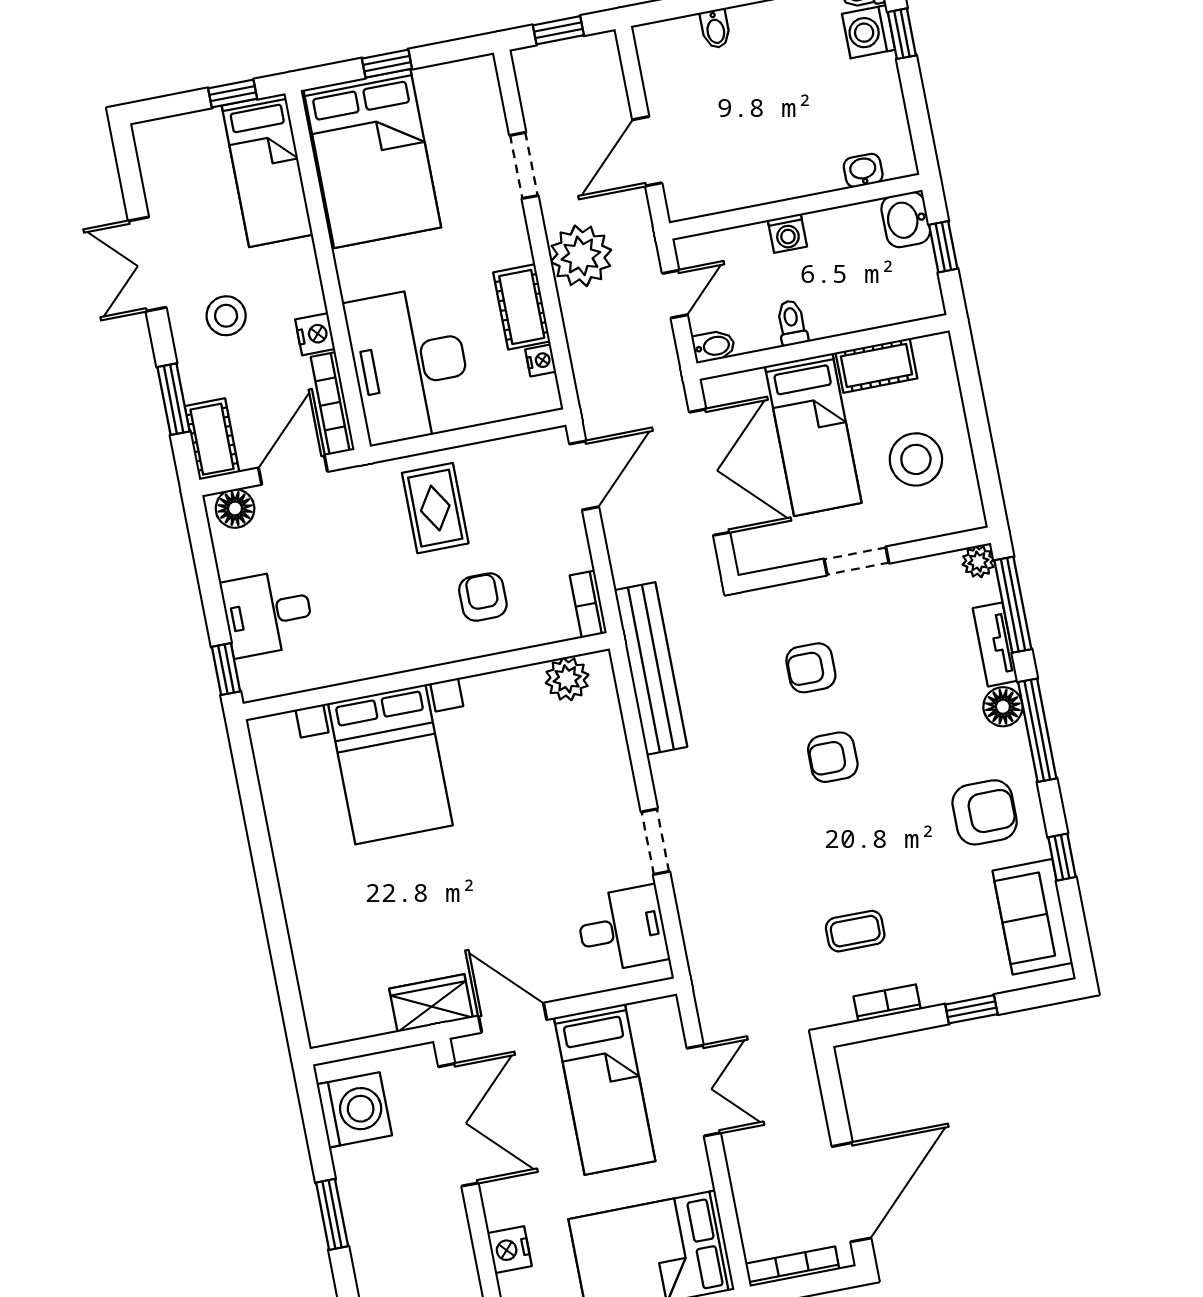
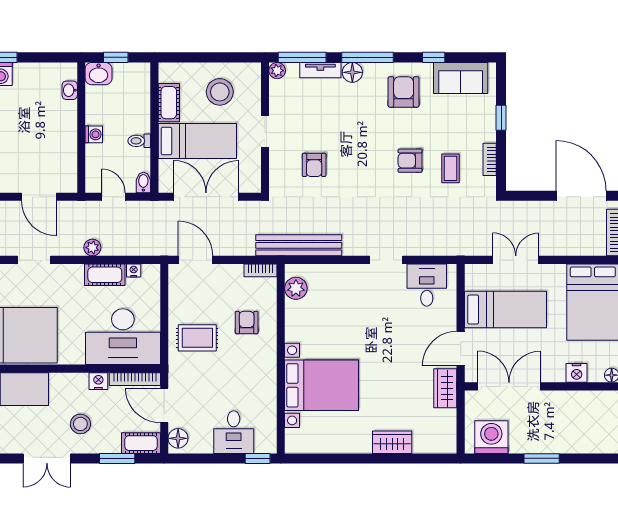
plant: (581, 256) -> (92, 248), width x0.53, depth x0.53
armchair: (483, 597) -> (247, 323), turned 90
armchair: (833, 757) -> (410, 161), moved, turned 90
wardrobe: (307, 921) -> (392, 442), added

